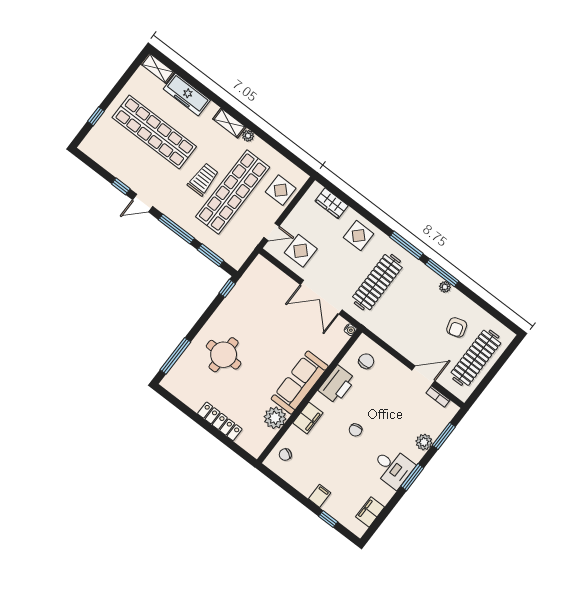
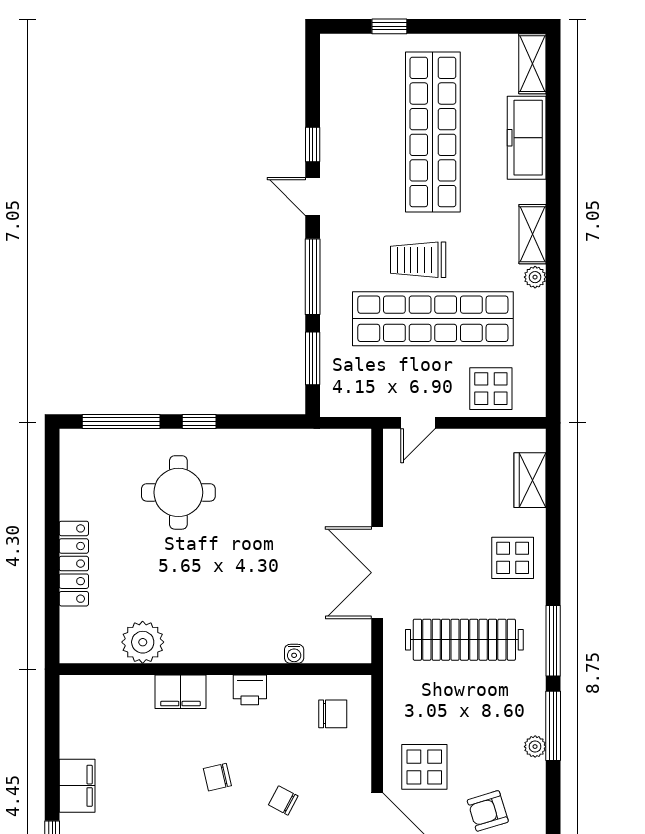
trolley: (203, 179) -> (418, 260), turned 180
door: (272, 232) -> (418, 423), hinge flipped
display table: (301, 251) -> (424, 767), moved
window: (227, 288) -> (199, 421), moved
water cooler: (350, 330) -> (294, 654), moved
sofa: (300, 382) -> (224, 639), removed
printer: (337, 384) -> (250, 690), width x0.53, depth x0.68
chair: (285, 455) -> (283, 800), moved
filing cabinet: (320, 496) -> (77, 786), width x2.00

